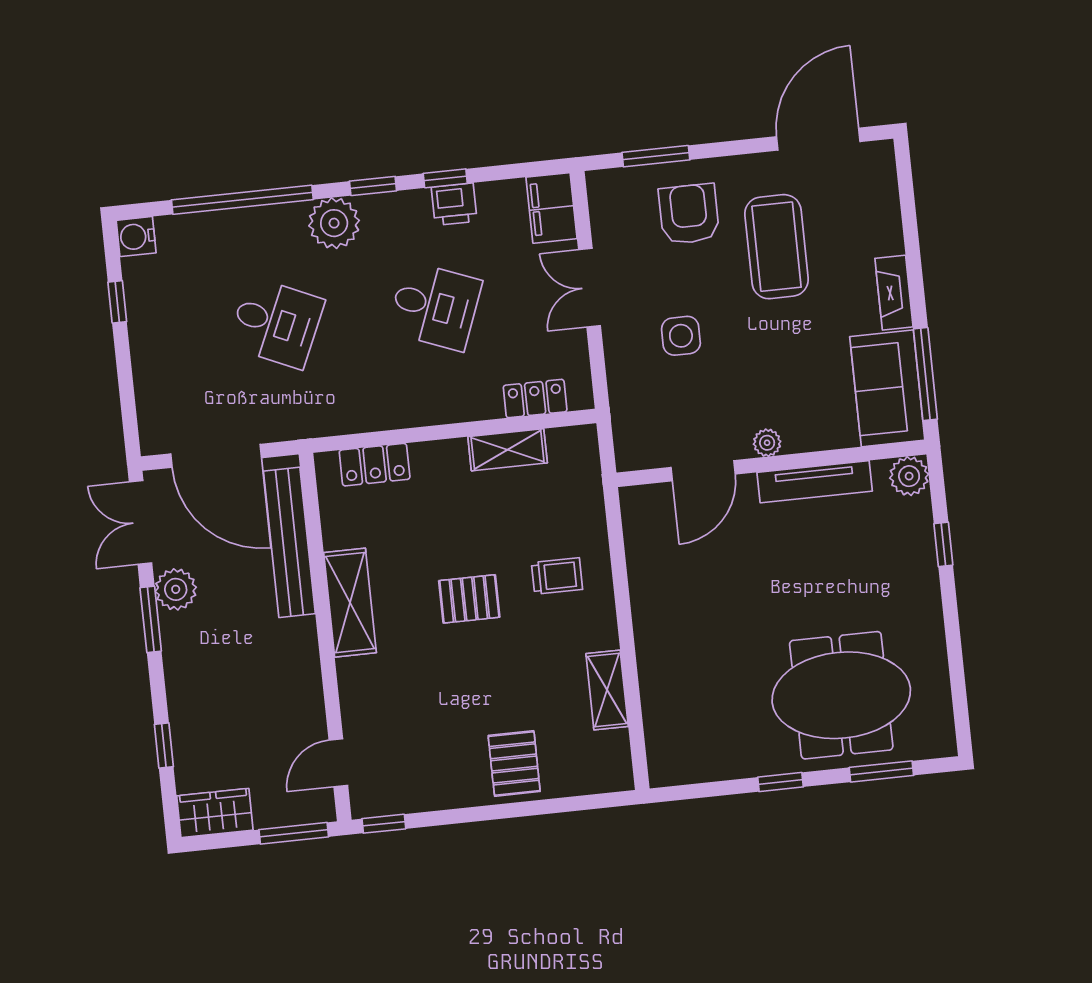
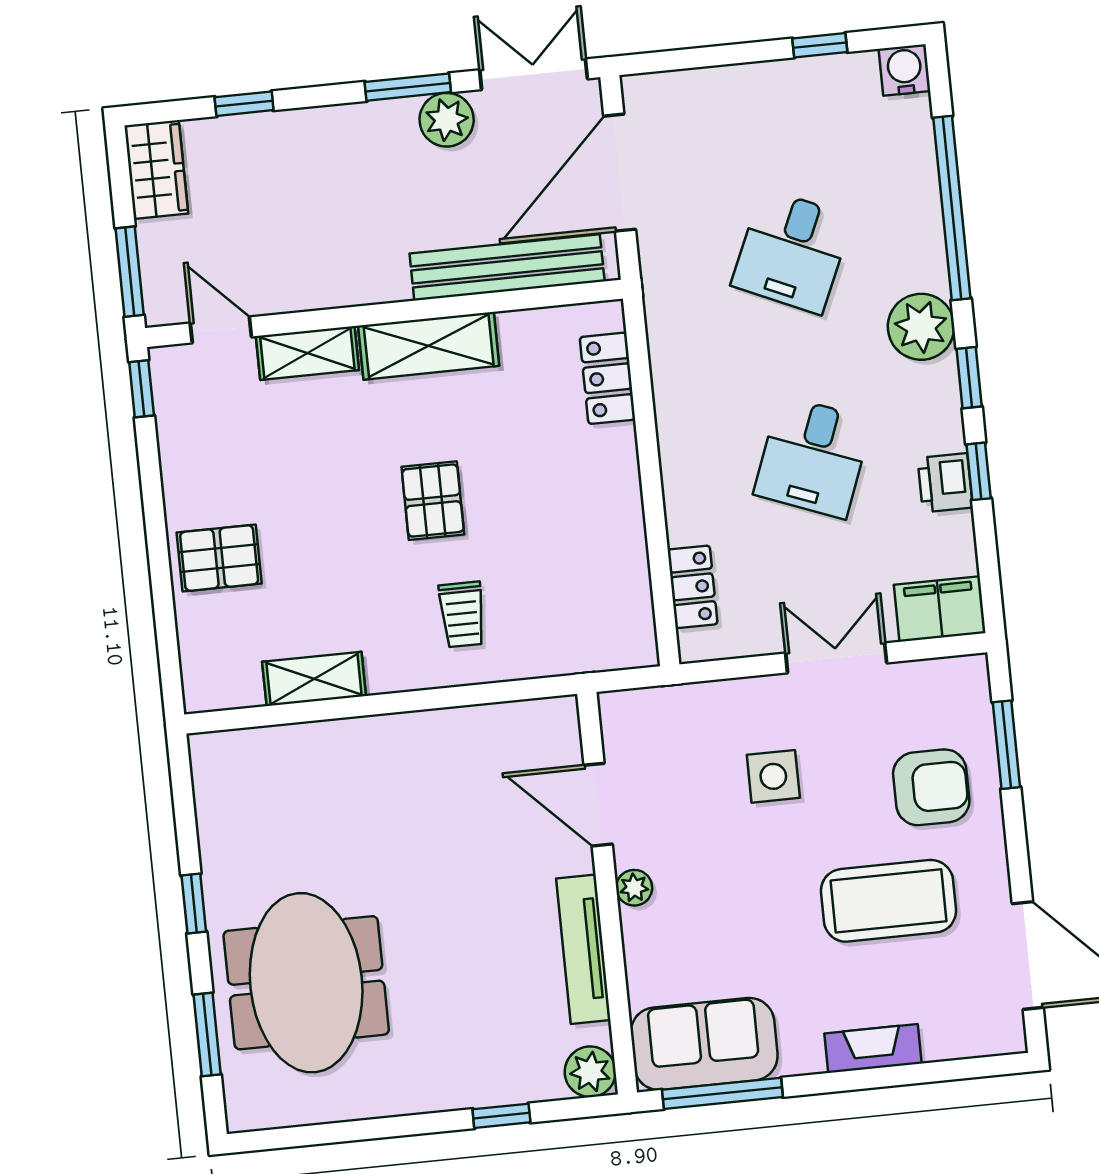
fireplace: (894, 293) -> (873, 1048), moved
shelving: (508, 450) -> (307, 353), moved, turned 90

